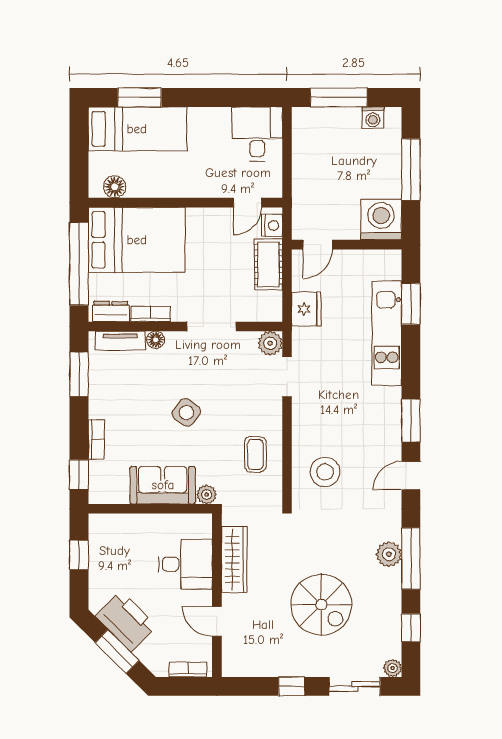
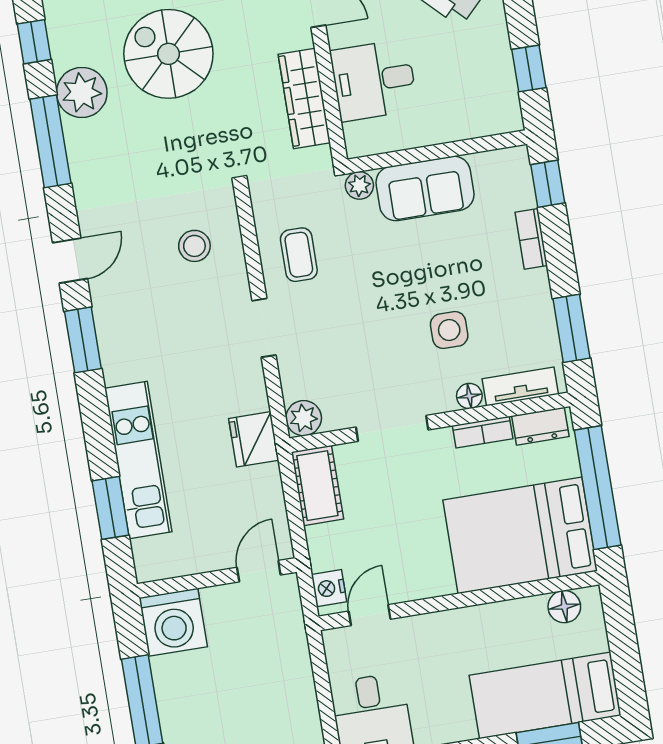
cot: (268, 264) -> (317, 486), moved
fridge: (306, 309) -> (254, 439), moved
doorway: (287, 377) -> (264, 328), moved
side table: (186, 412) -> (449, 330), moved, turned -36
stool: (325, 472) -> (194, 246), width x0.73, depth x0.73
plant: (389, 554) -> (82, 92), moved, width x1.36, depth x1.36

